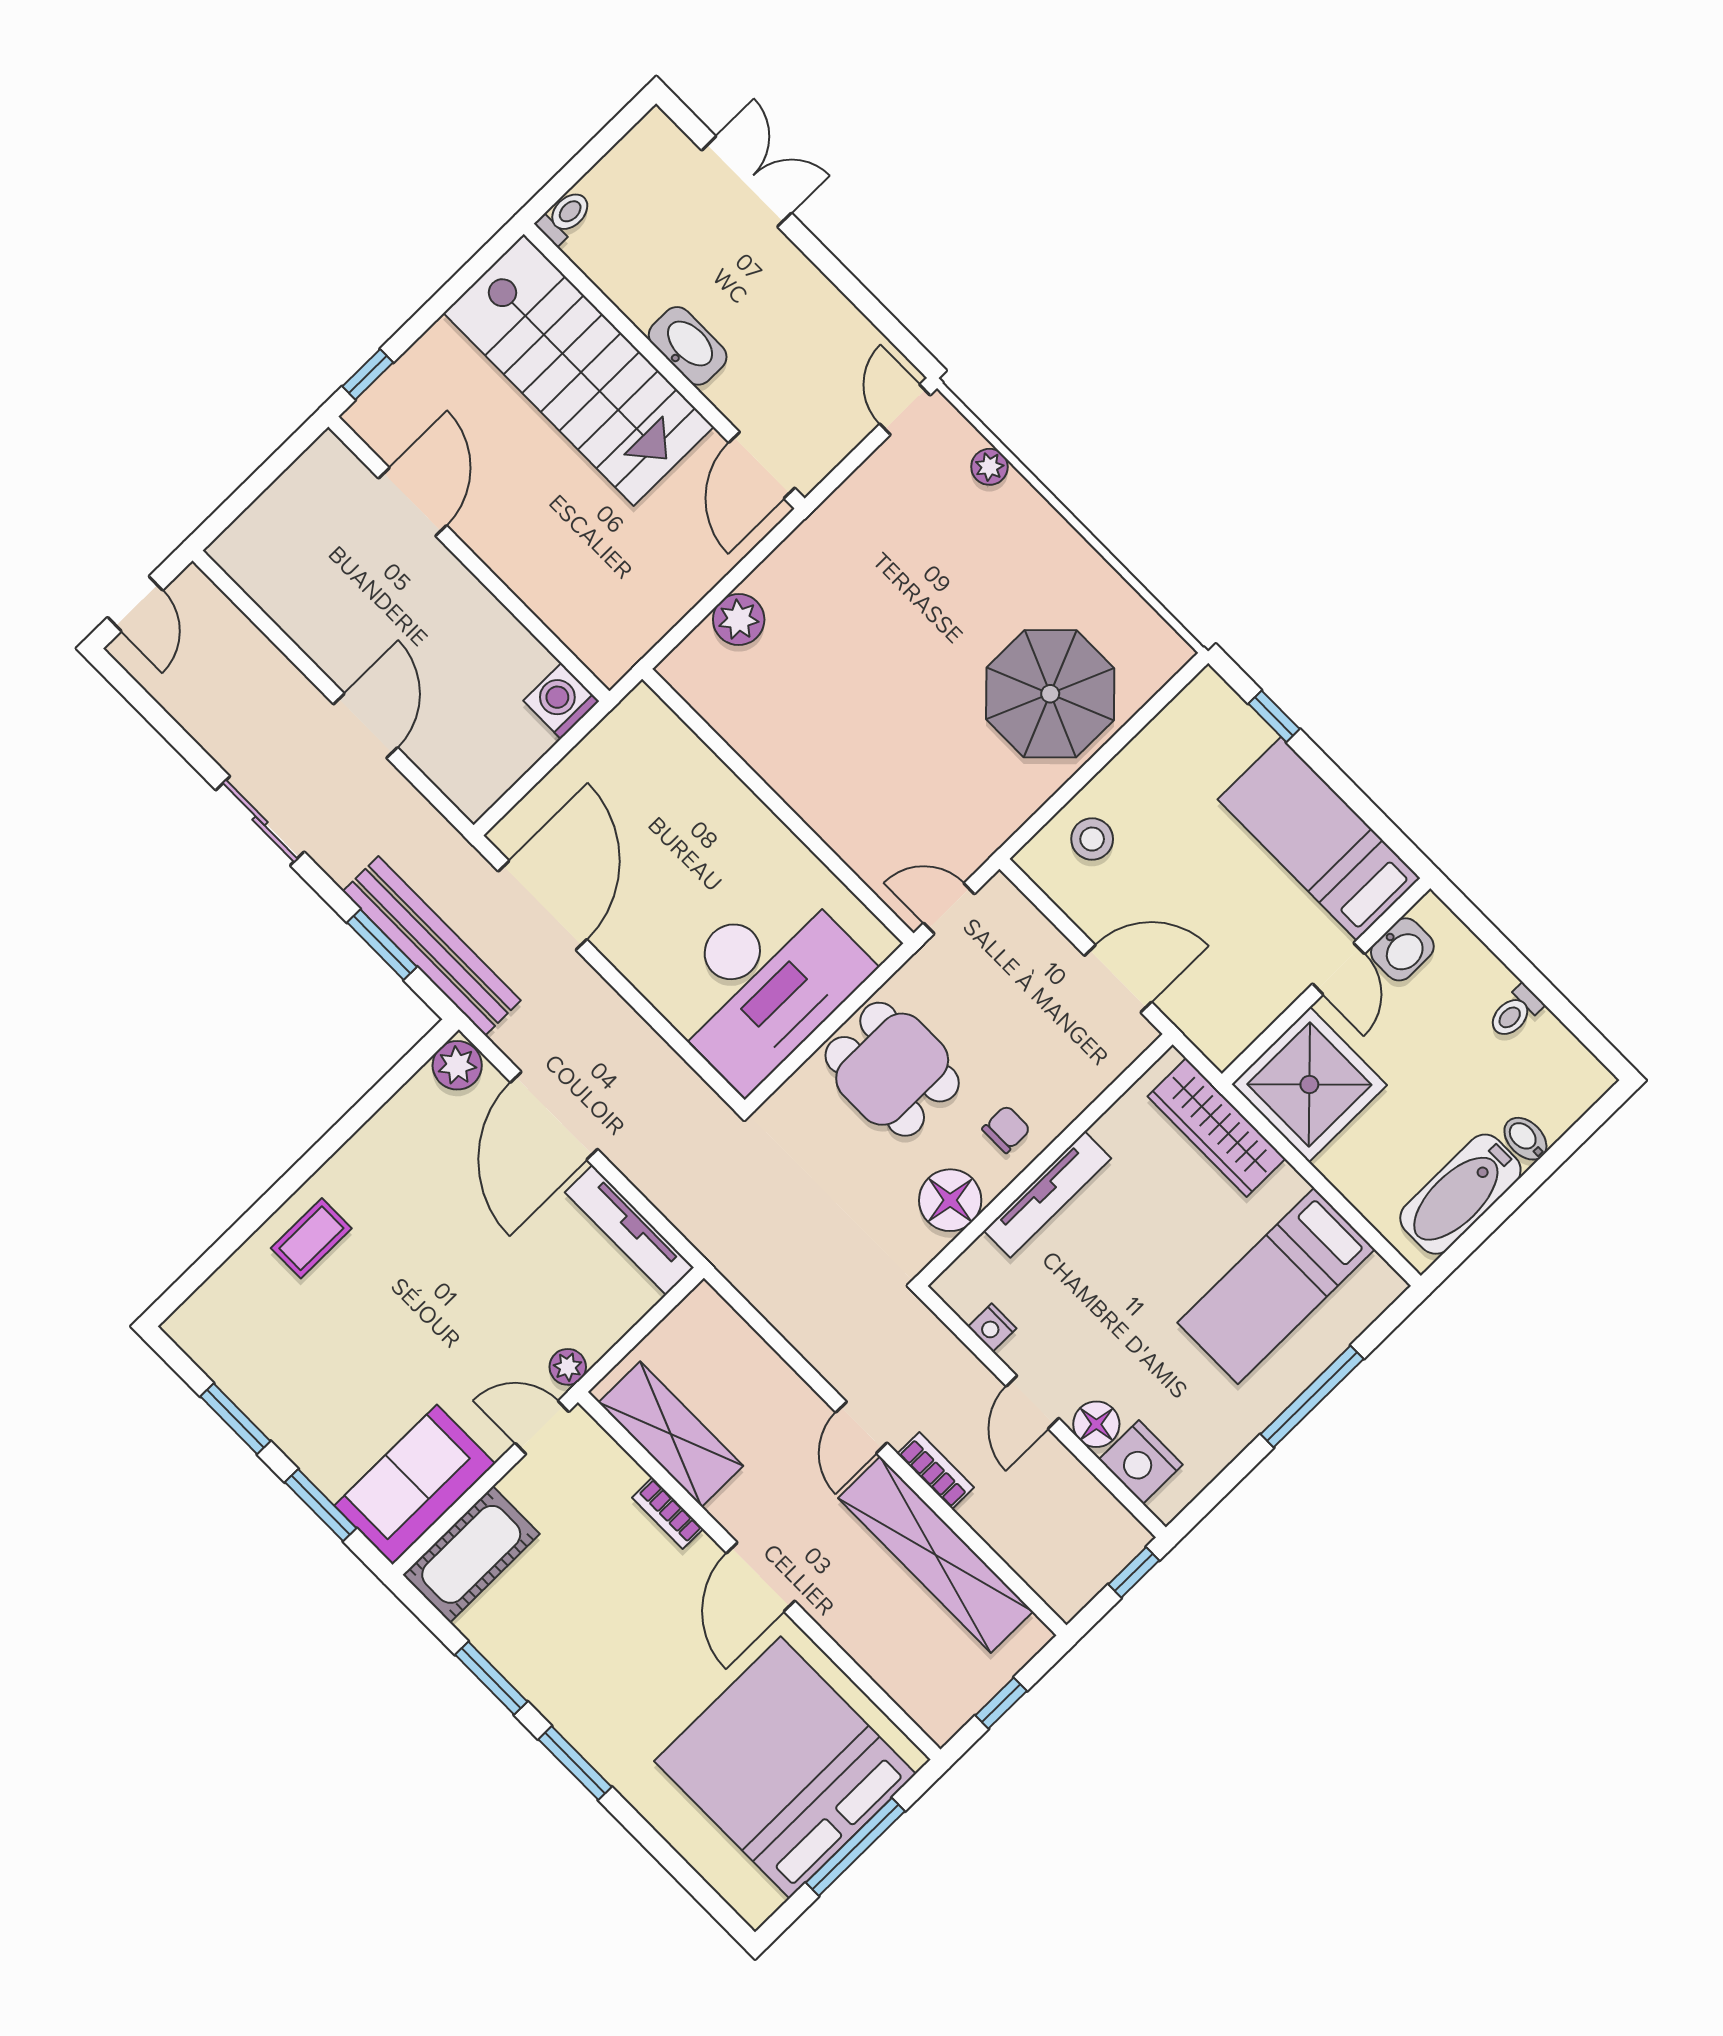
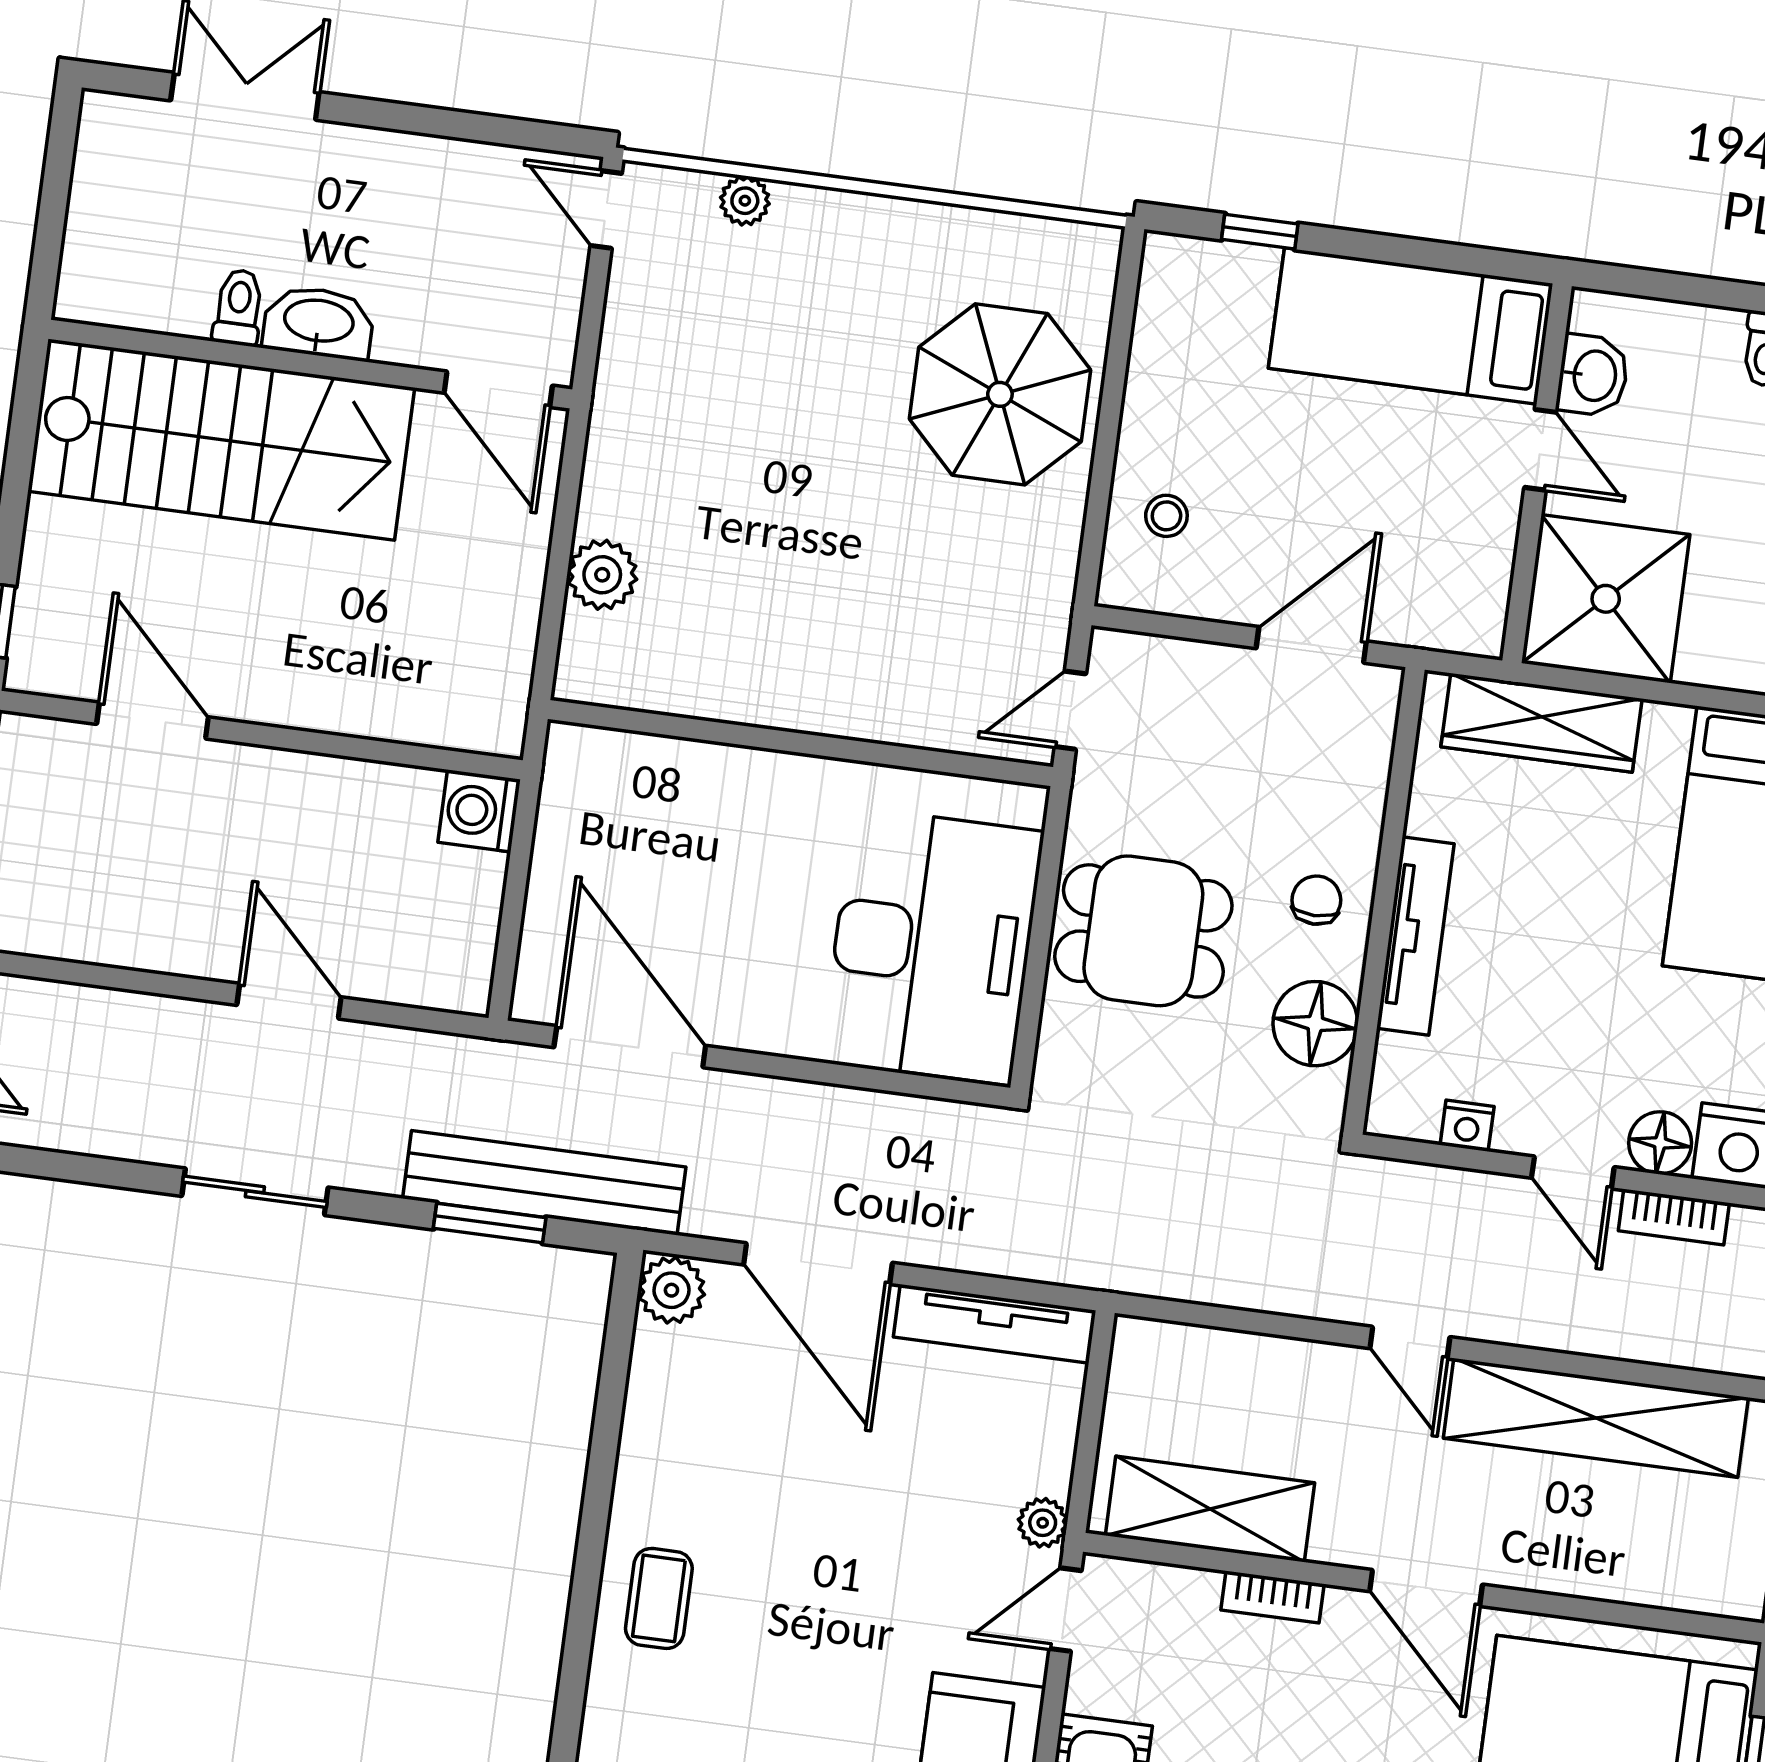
toilet: (565, 217) -> (238, 307), moved
stool: (1092, 839) -> (1166, 516), width x0.73, depth x0.73
bookcase: (936, 1471) -> (1674, 1217), moved, turned 180

